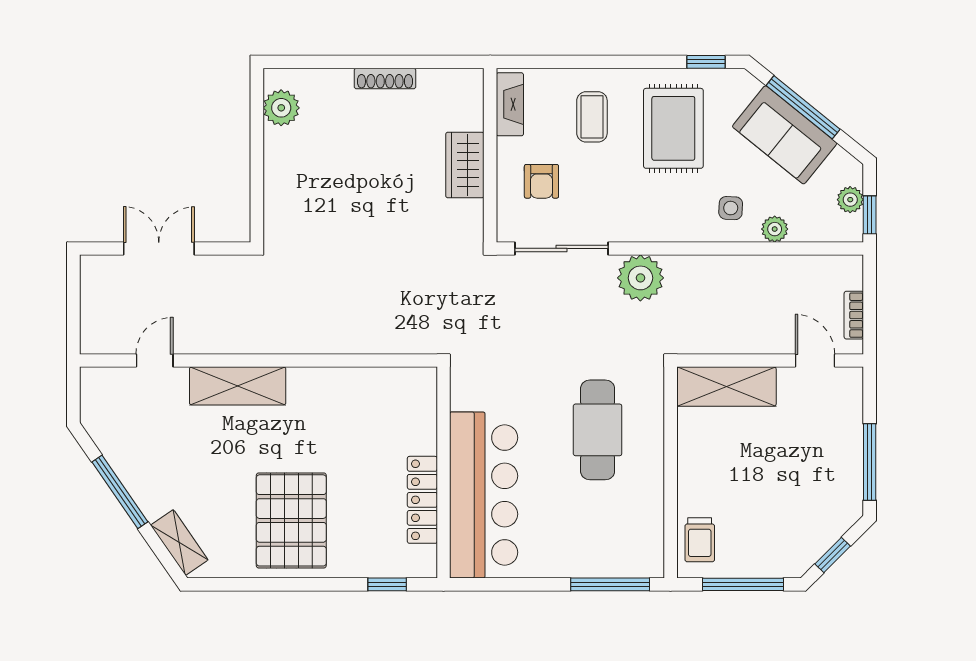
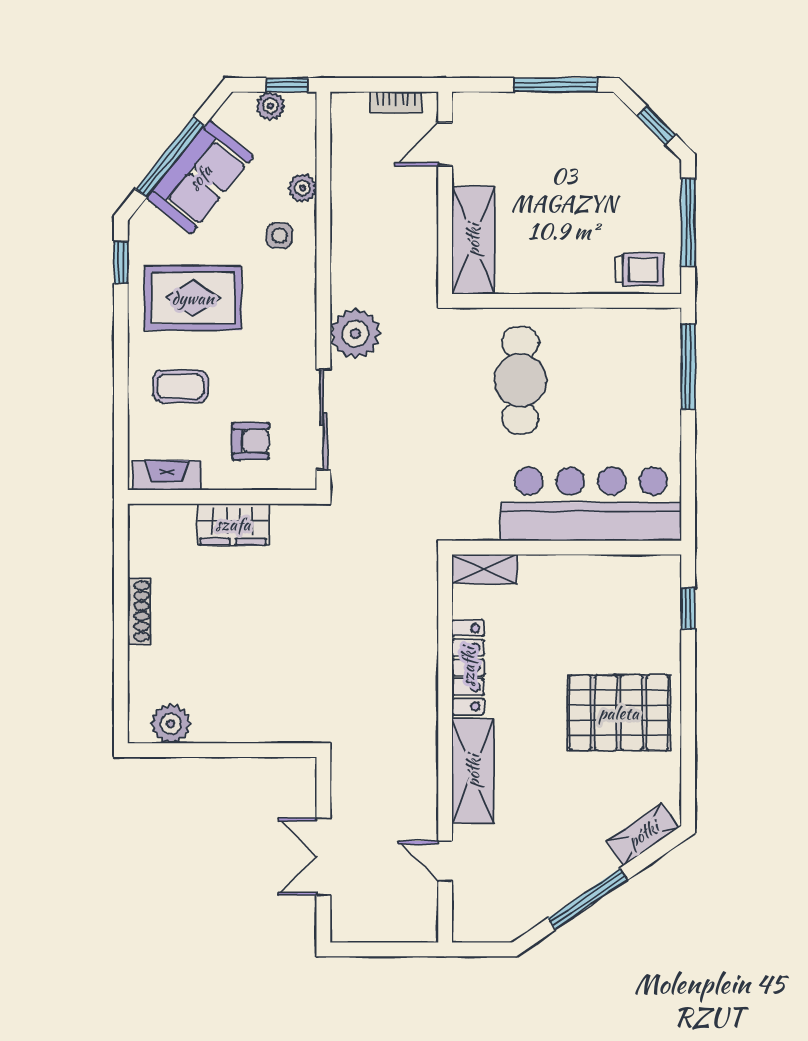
shelving: (424, 397) -> (484, 569), added
cafe table: (598, 430) -> (520, 380), turned 90
locker: (422, 500) -> (468, 667), moved, turned -90

